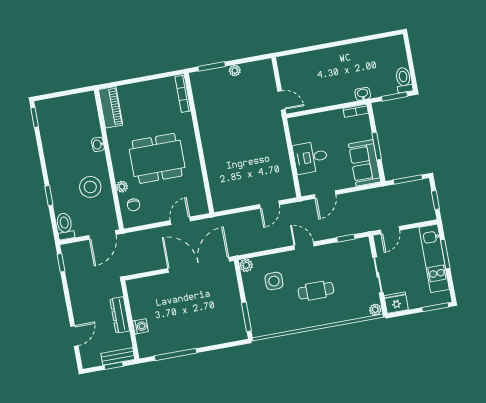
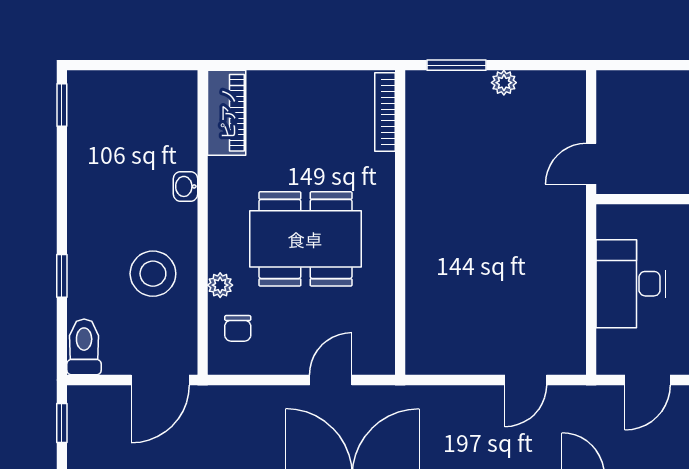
door: (281, 100) -> (591, 164), swing flipped
desk: (310, 157) -> (631, 284), width x1.37

